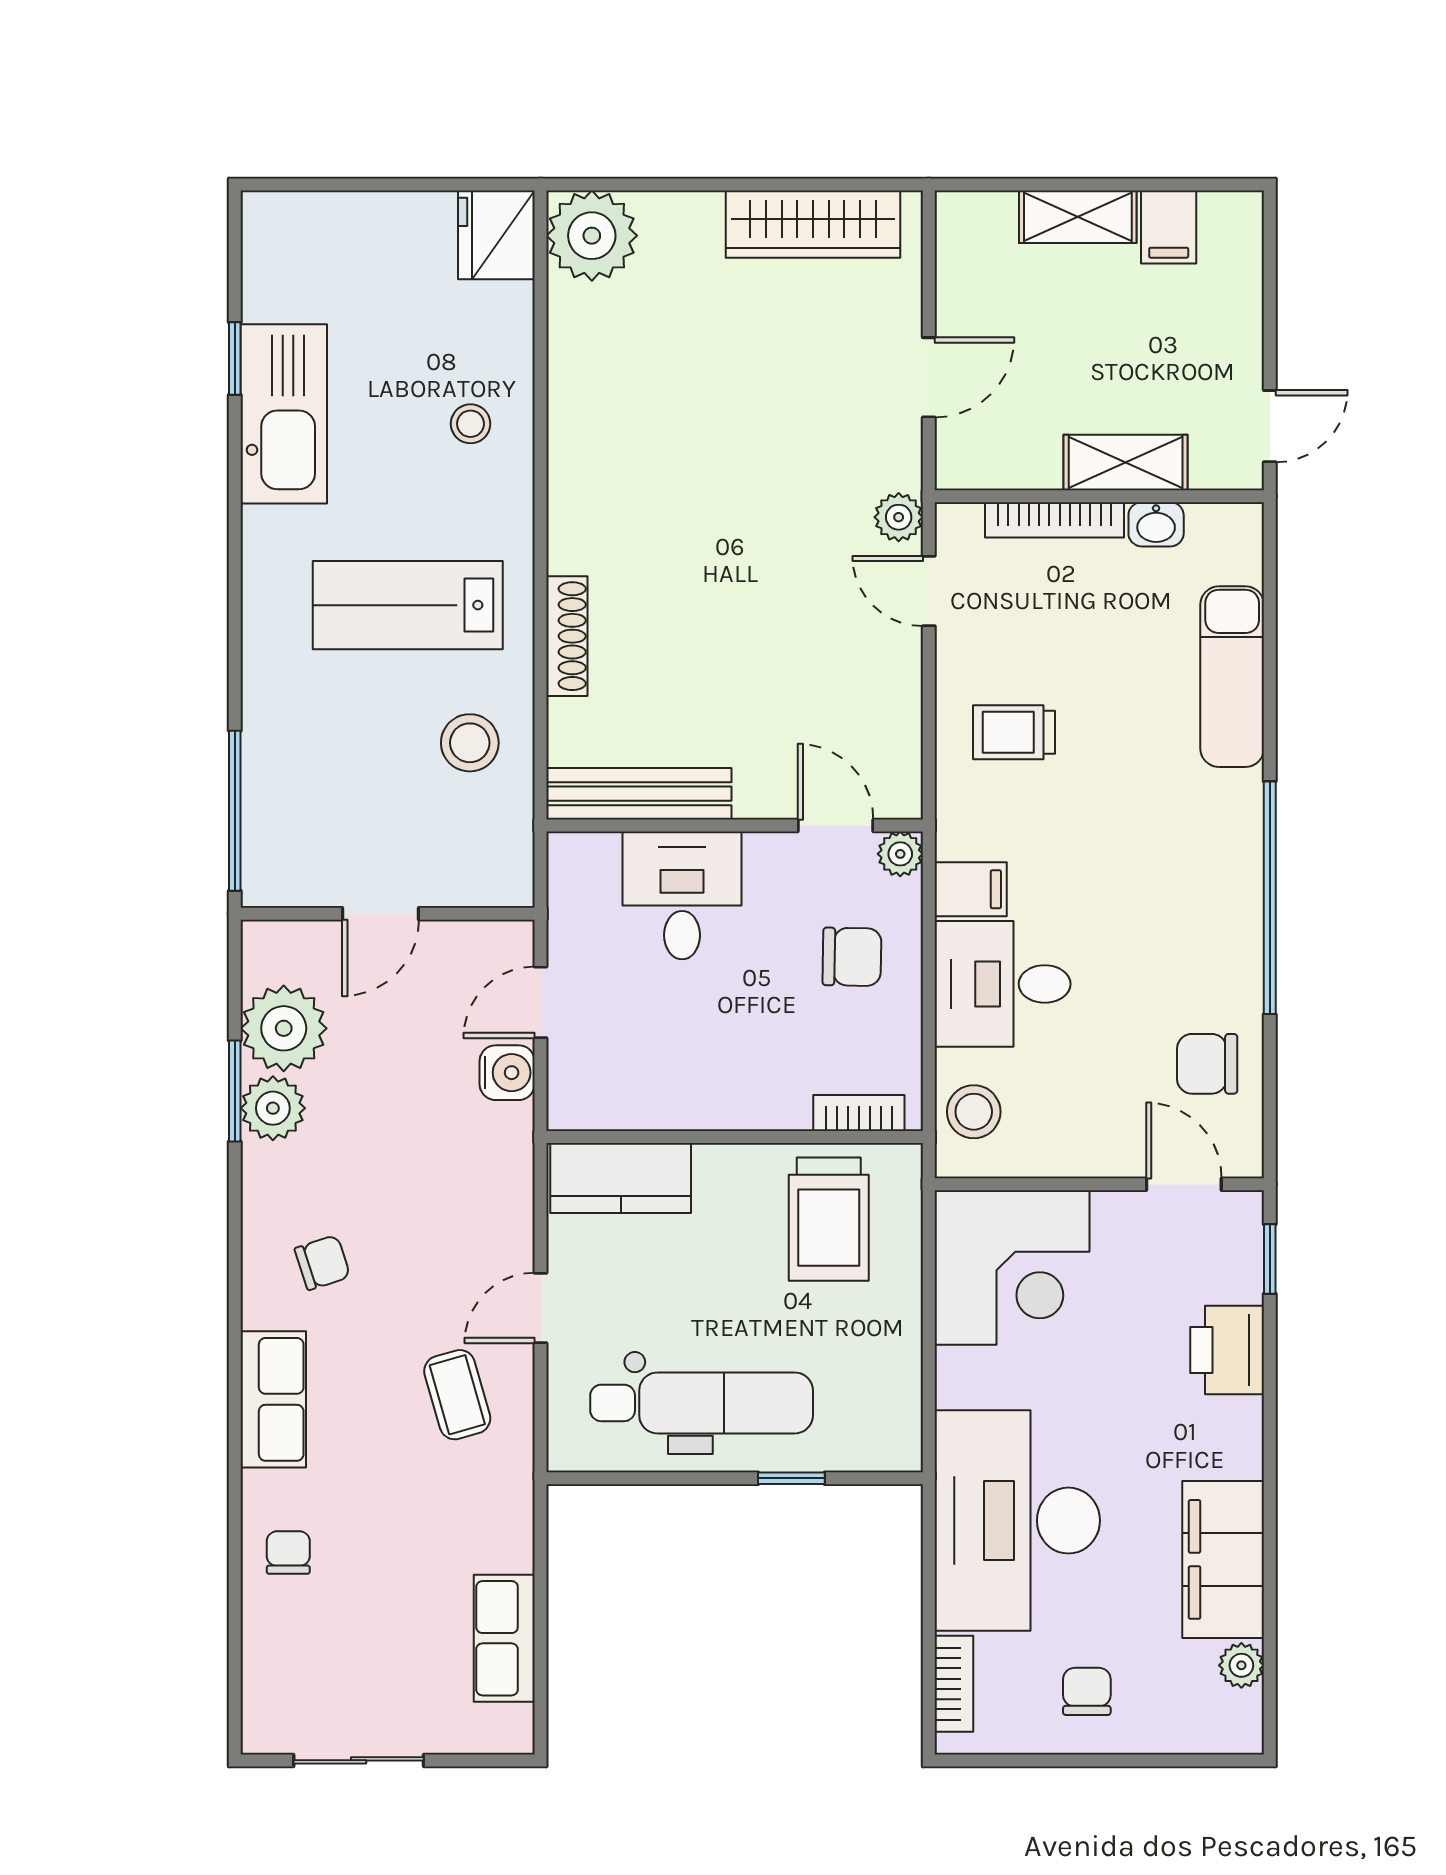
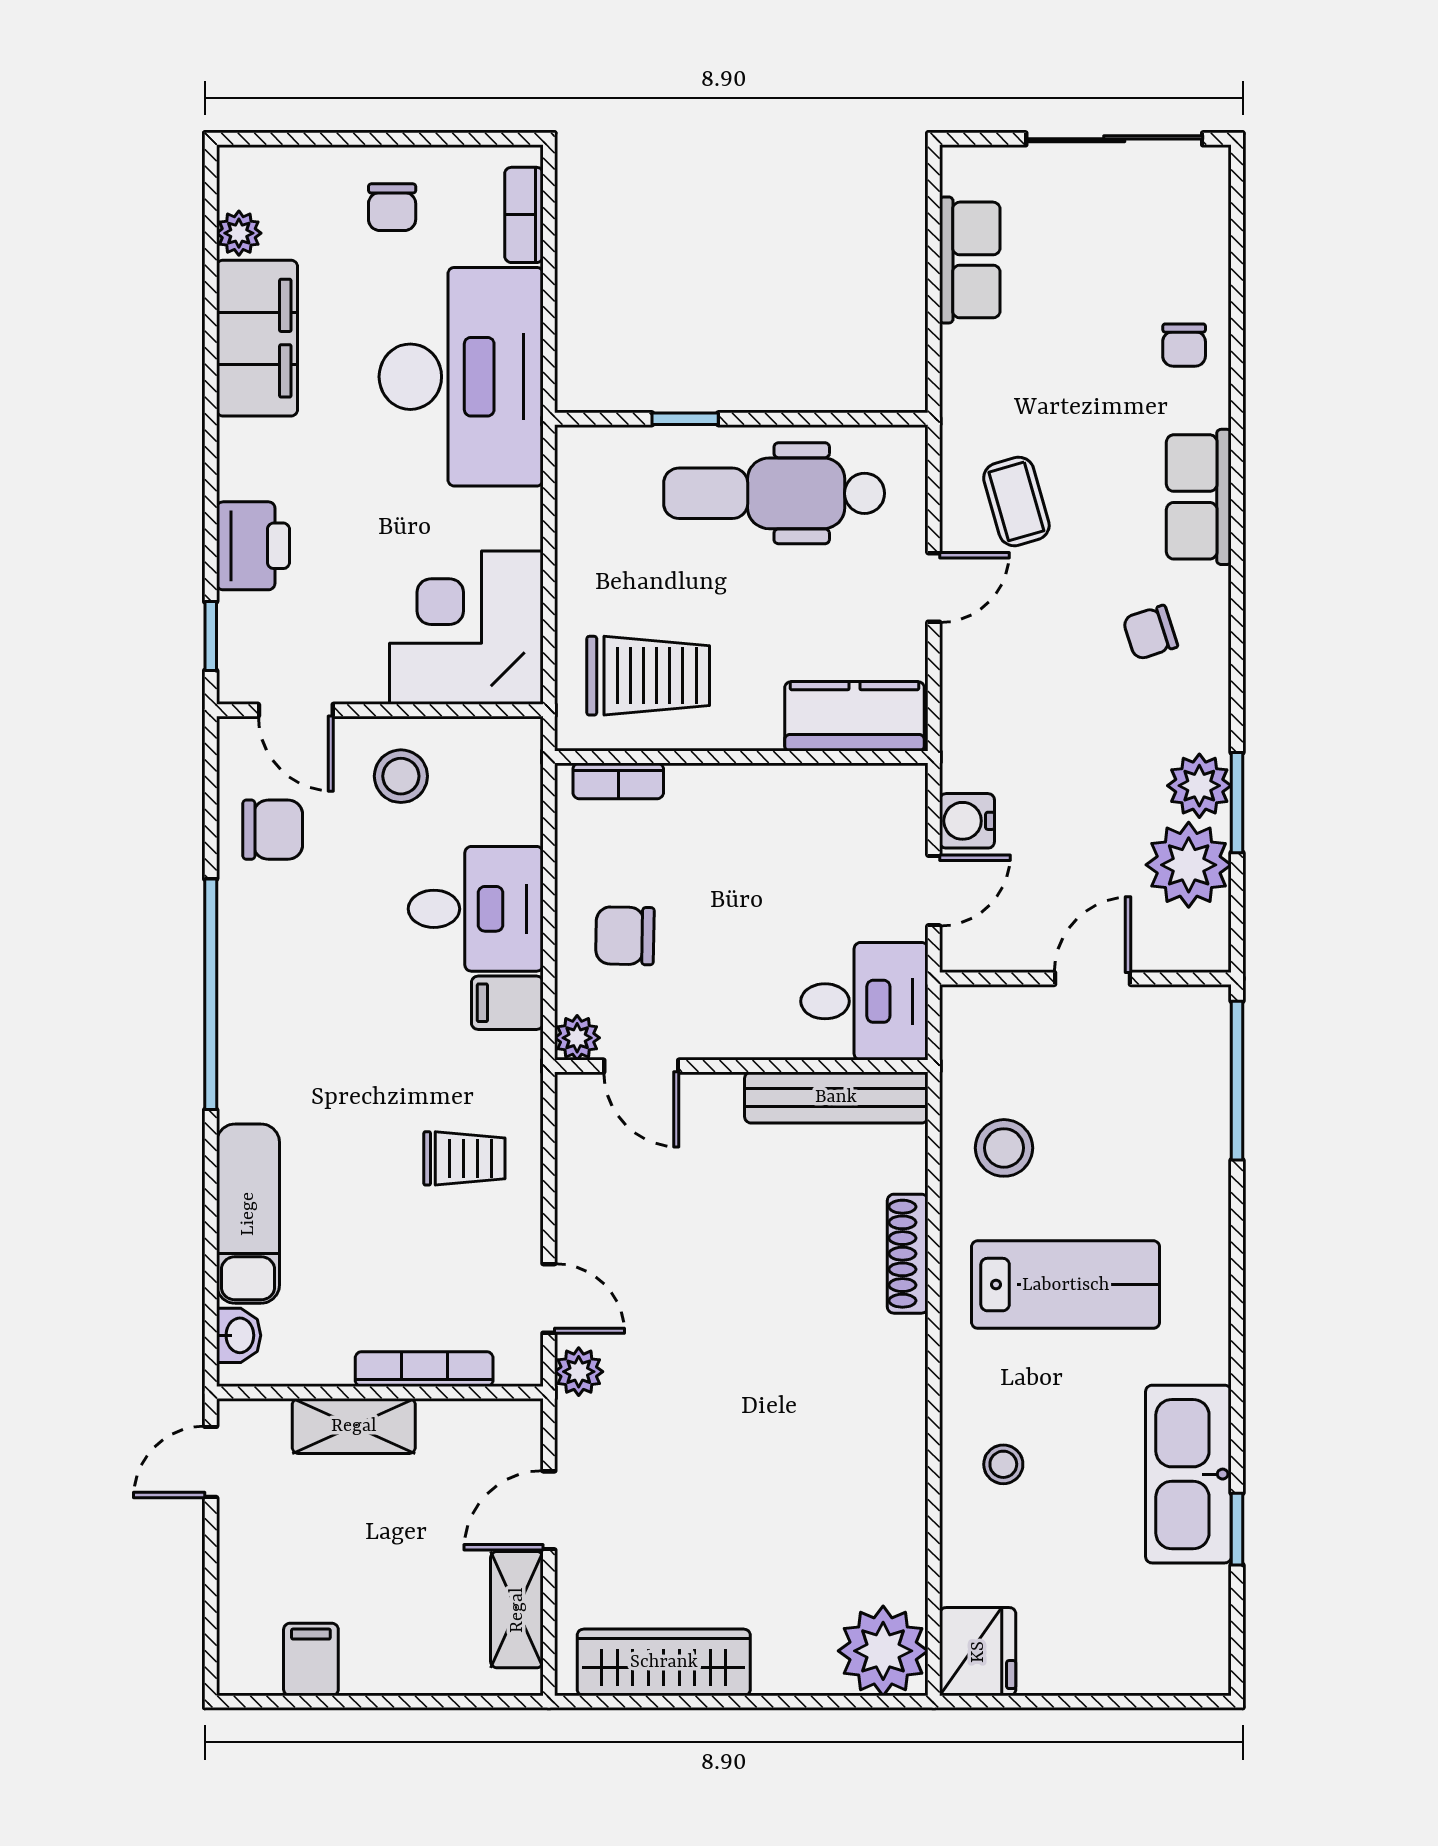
shelving: (1078, 217) -> (517, 1610), moved, turned 90
washbasin: (1156, 524) -> (239, 1335), moved, turned 90
desk: (682, 895) -> (864, 1001), moved, turned -90
stool: (974, 1112) -> (401, 776), moved
trolley: (829, 1219) -> (648, 676), turned 90
sliding door: (359, 1760) -> (1114, 139), width x1.37

